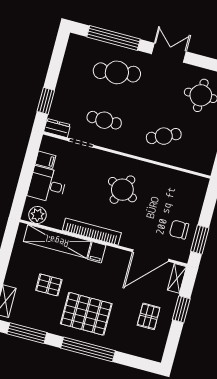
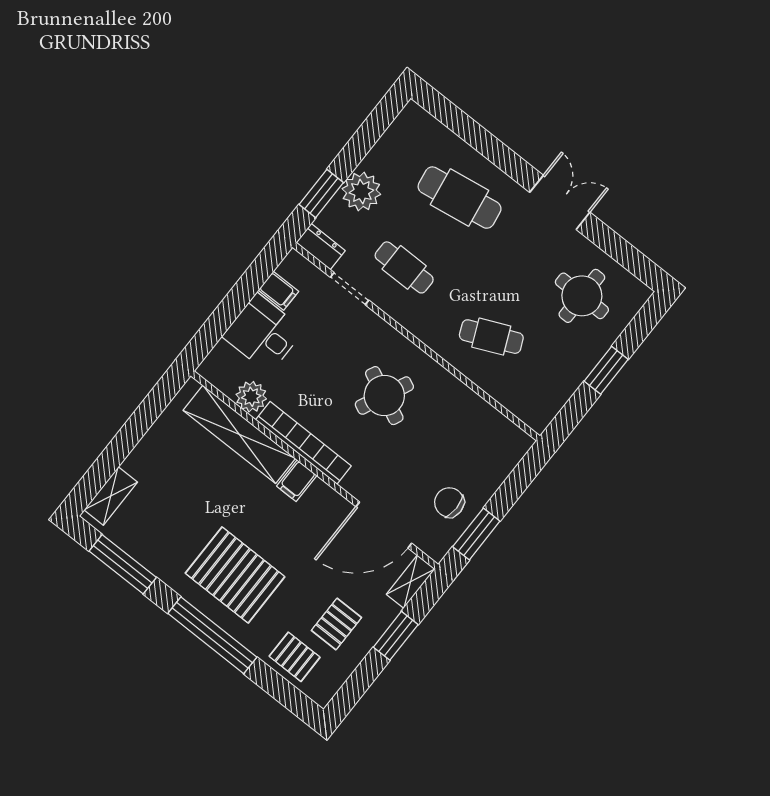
window: (114, 38) -> (479, 138), removed
plant: (66, 91) -> (361, 191), added
plant: (37, 215) -> (251, 397), moved
pallet: (49, 285) -> (295, 657), moved

